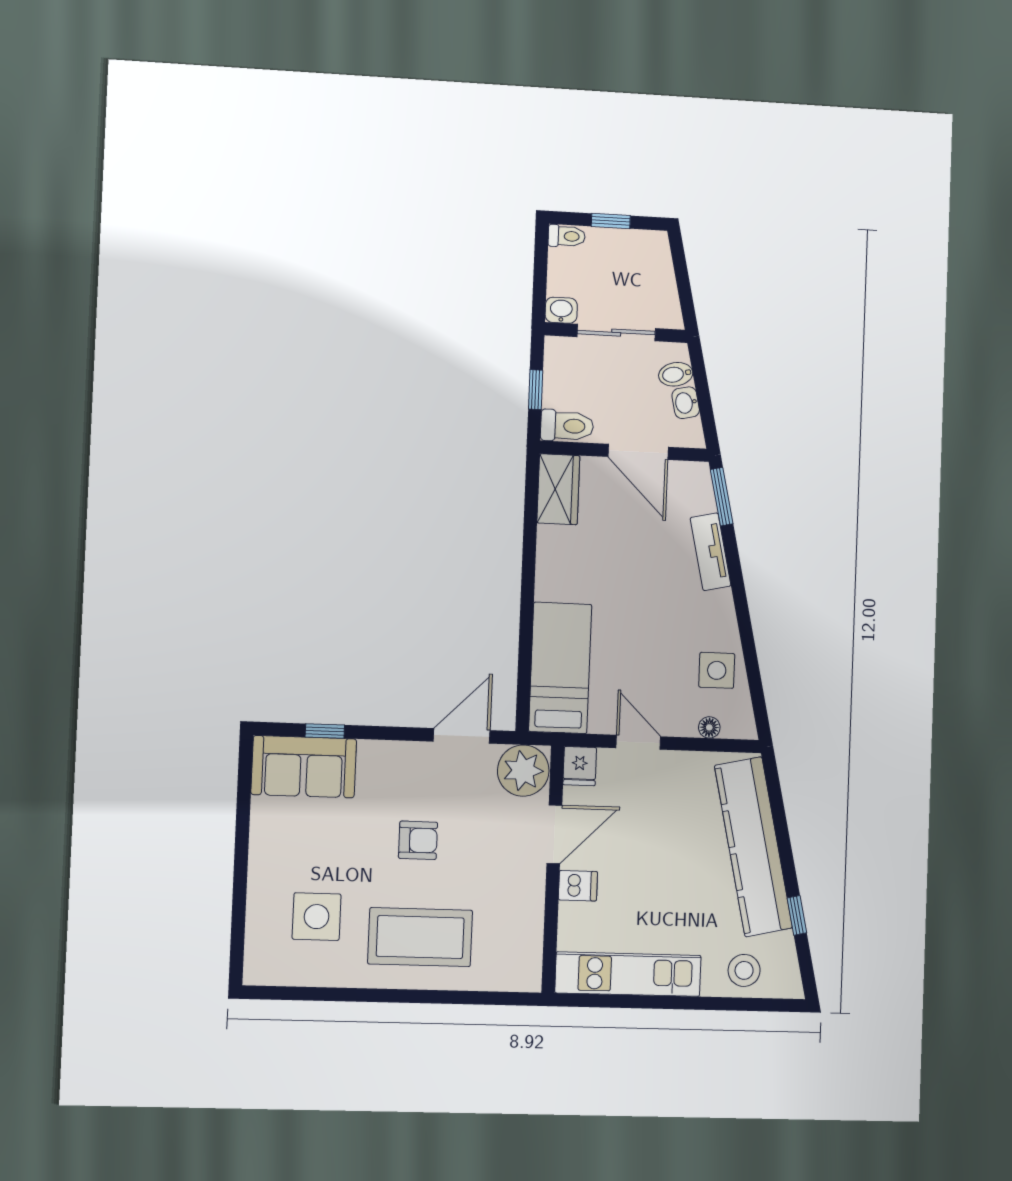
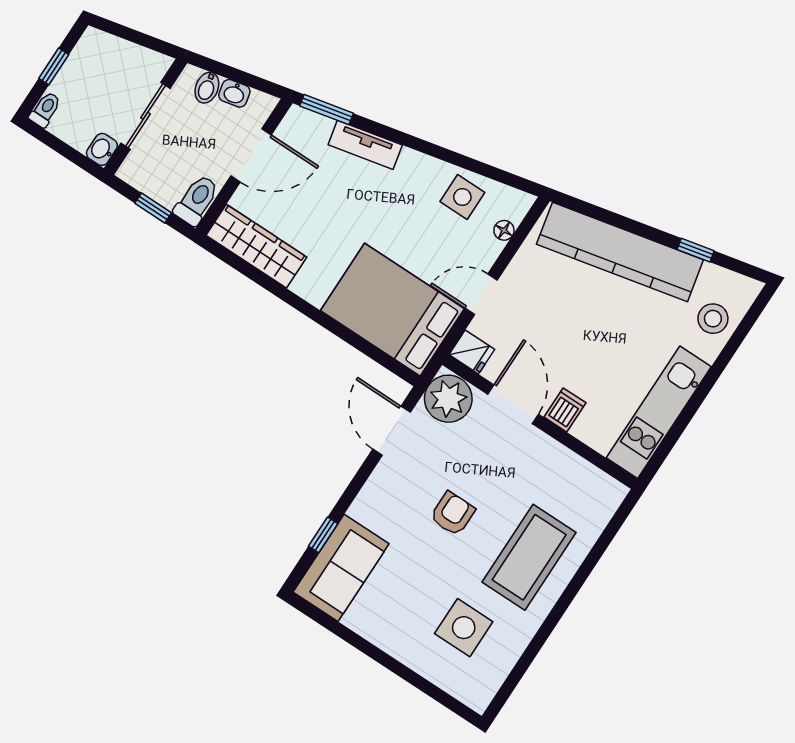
wardrobe: (558, 489) -> (256, 246), width x1.50
bed: (560, 668) -> (392, 310), width x1.50

